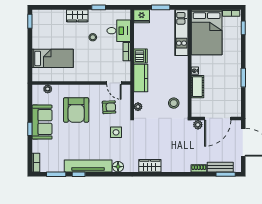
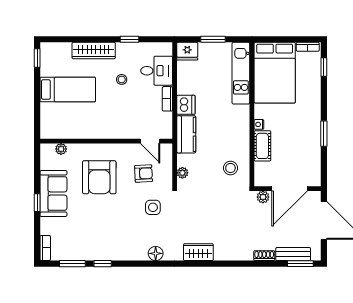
wardrobe: (77, 16) -> (94, 51), width x1.50
bed: (53, 58) -> (68, 89), moved
tv unit: (88, 166) -> (115, 253), removed

